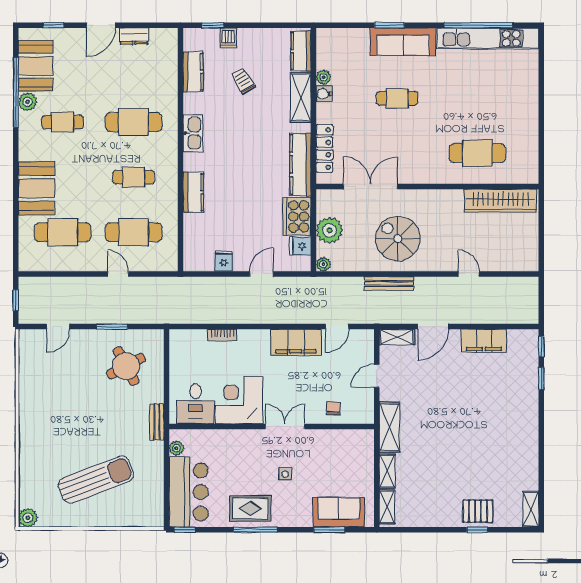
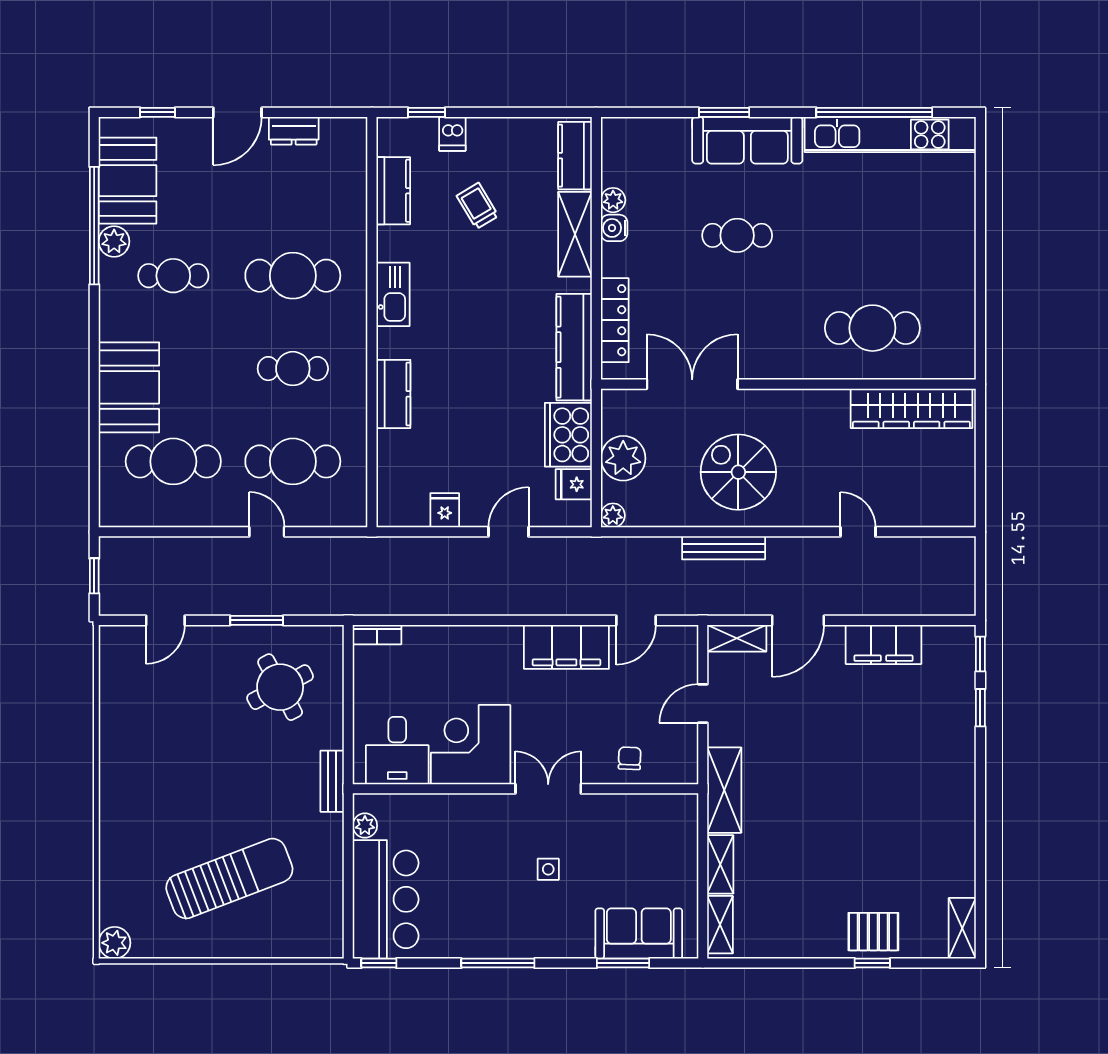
bookcase: (222, 335) -> (377, 635), moved
rug: (250, 509) -> (490, 927), removed

